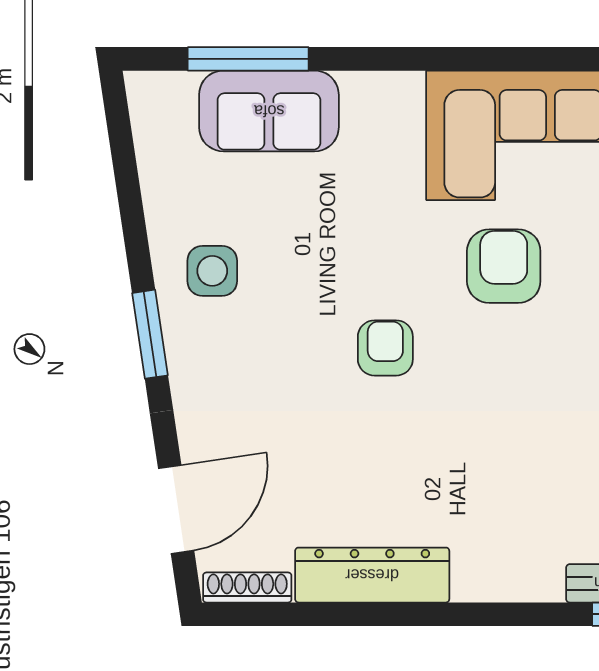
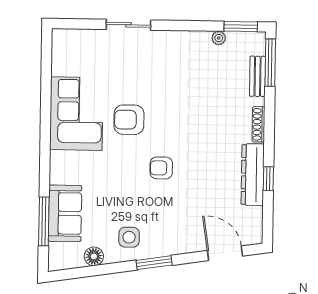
floor lamp: (163, 184) -> (94, 256), added
shoe rack: (247, 587) -> (258, 124), moved
window: (363, 614) -> (268, 179), added

